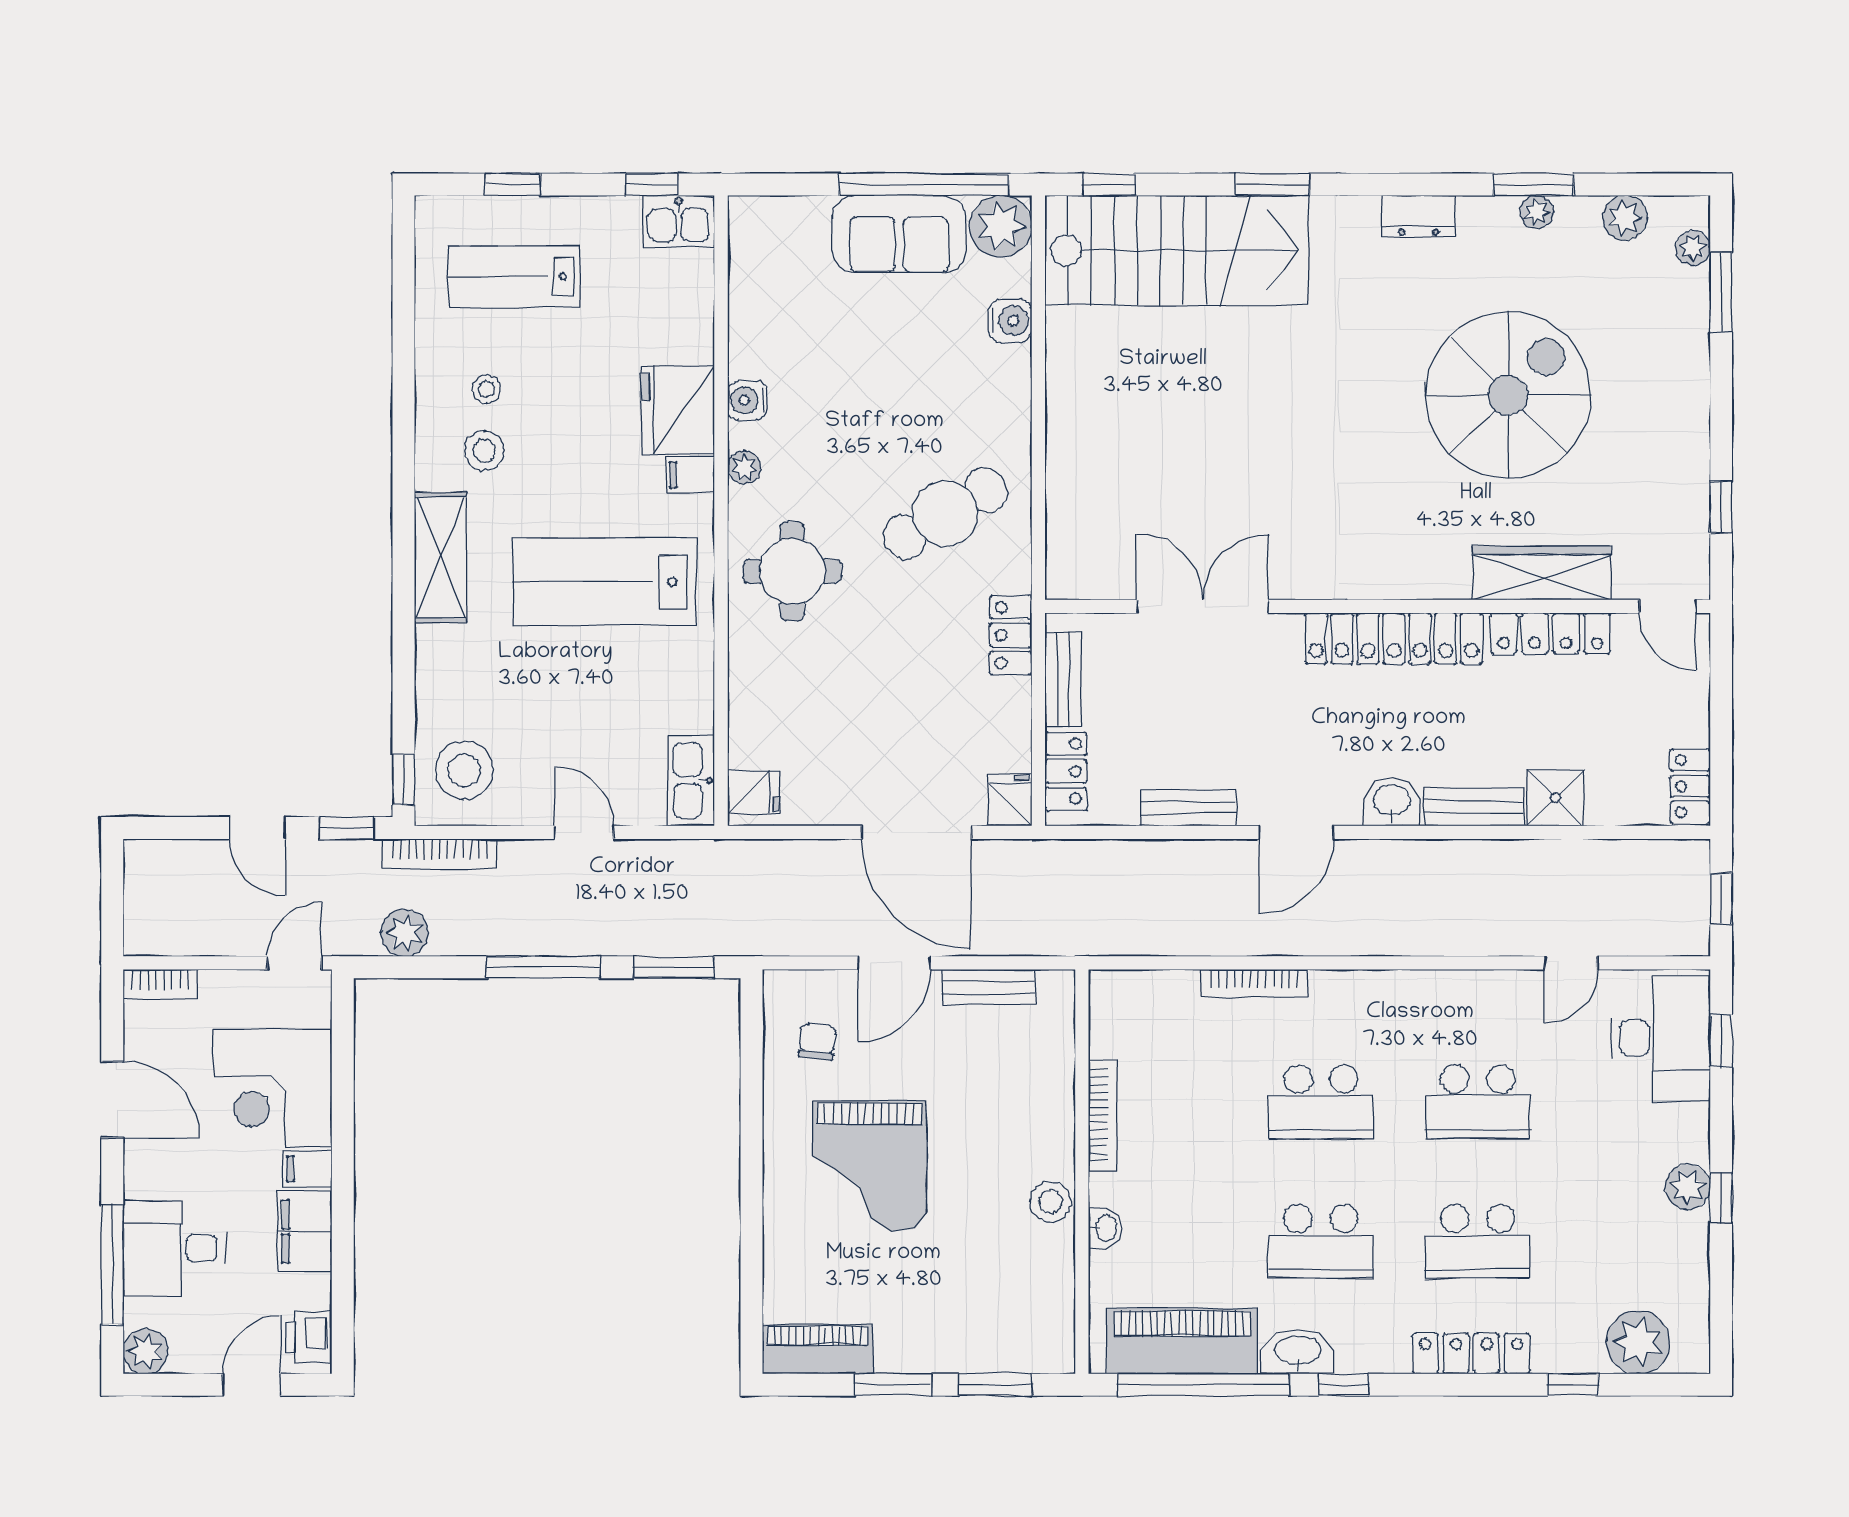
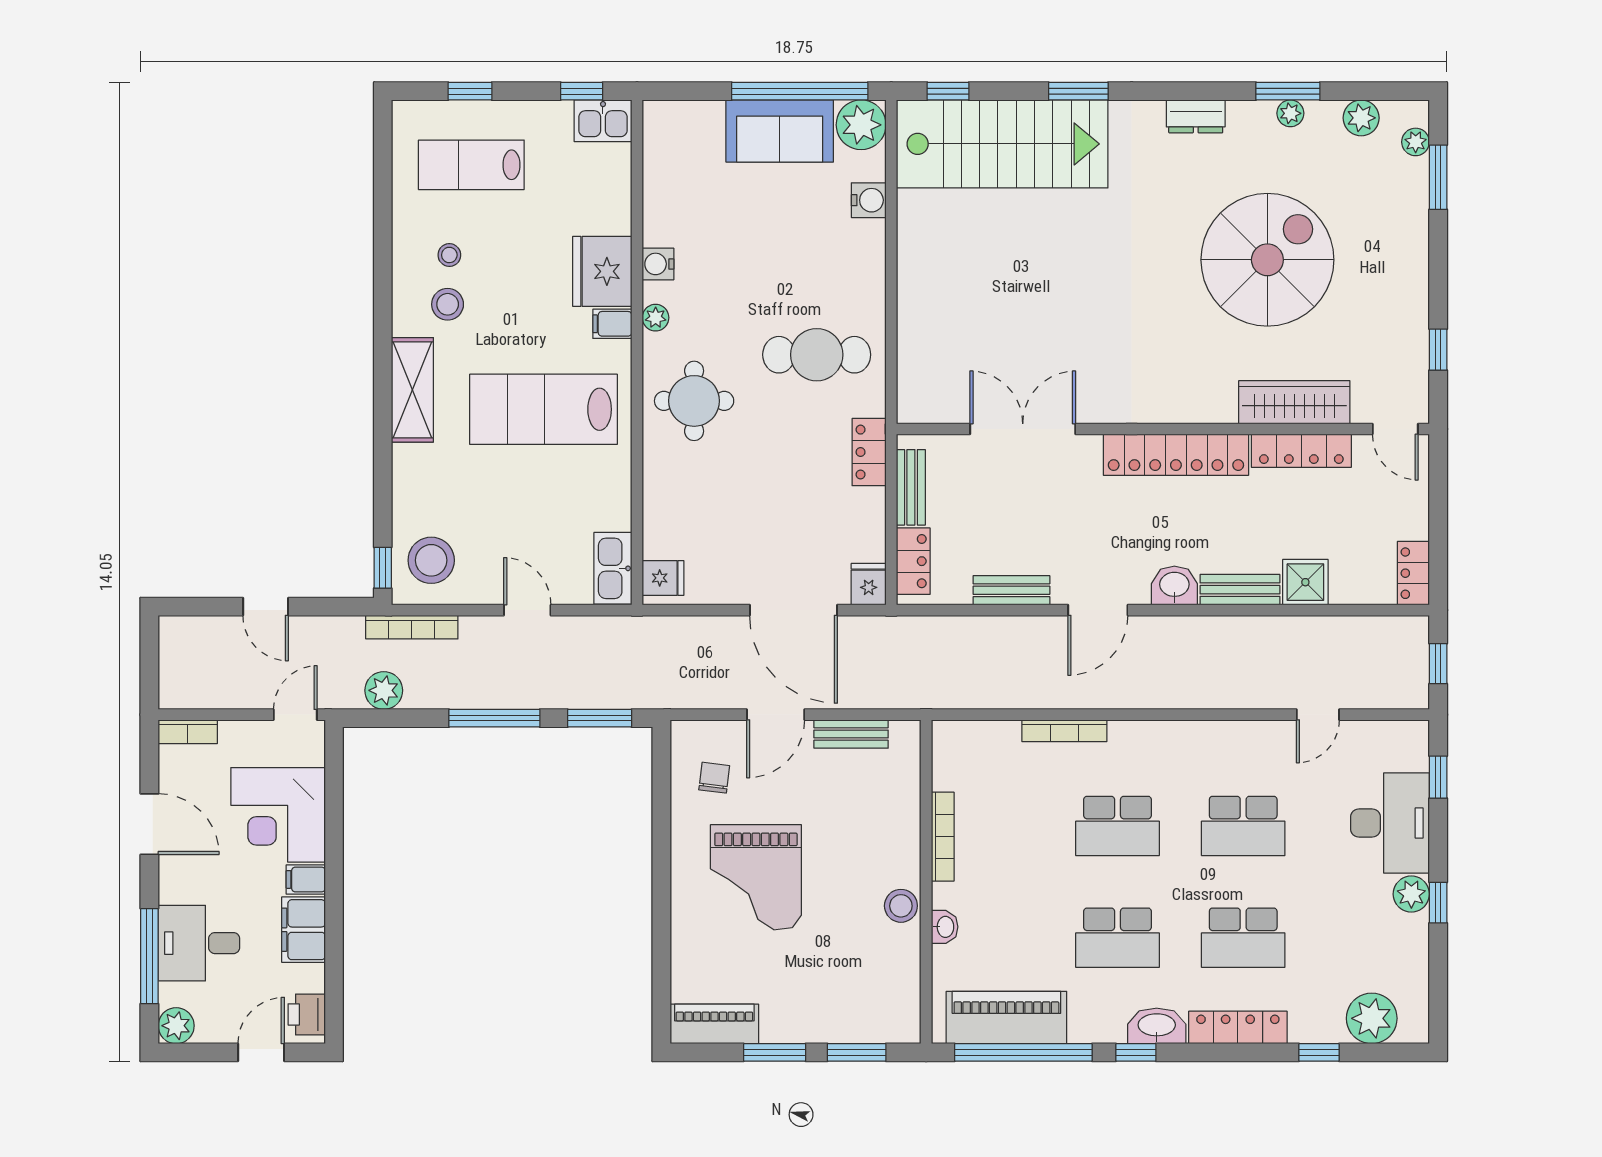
cafe table: (945, 514) -> (817, 355), turned 30
window: (347, 828) -> (337, 607), removed
desk: (1661, 1038) -> (1390, 823), moved
washbasin: (1297, 1352) -> (1157, 1026), moved

